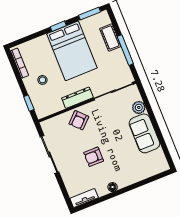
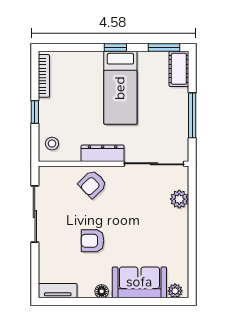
cot: (110, 38) -> (179, 69), moved
bed: (72, 51) -> (120, 88), width x0.67
stool: (42, 80) -> (52, 144), moved
window: (29, 103) -> (35, 112), moved
sofa: (144, 133) -> (139, 282), moved, turned 90
plant: (160, 168) -> (175, 291), added

